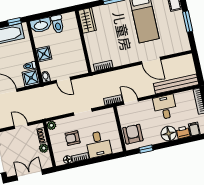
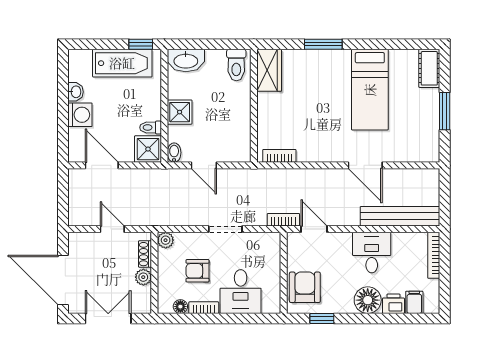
toilet: (58, 24) -> (236, 65), moved

